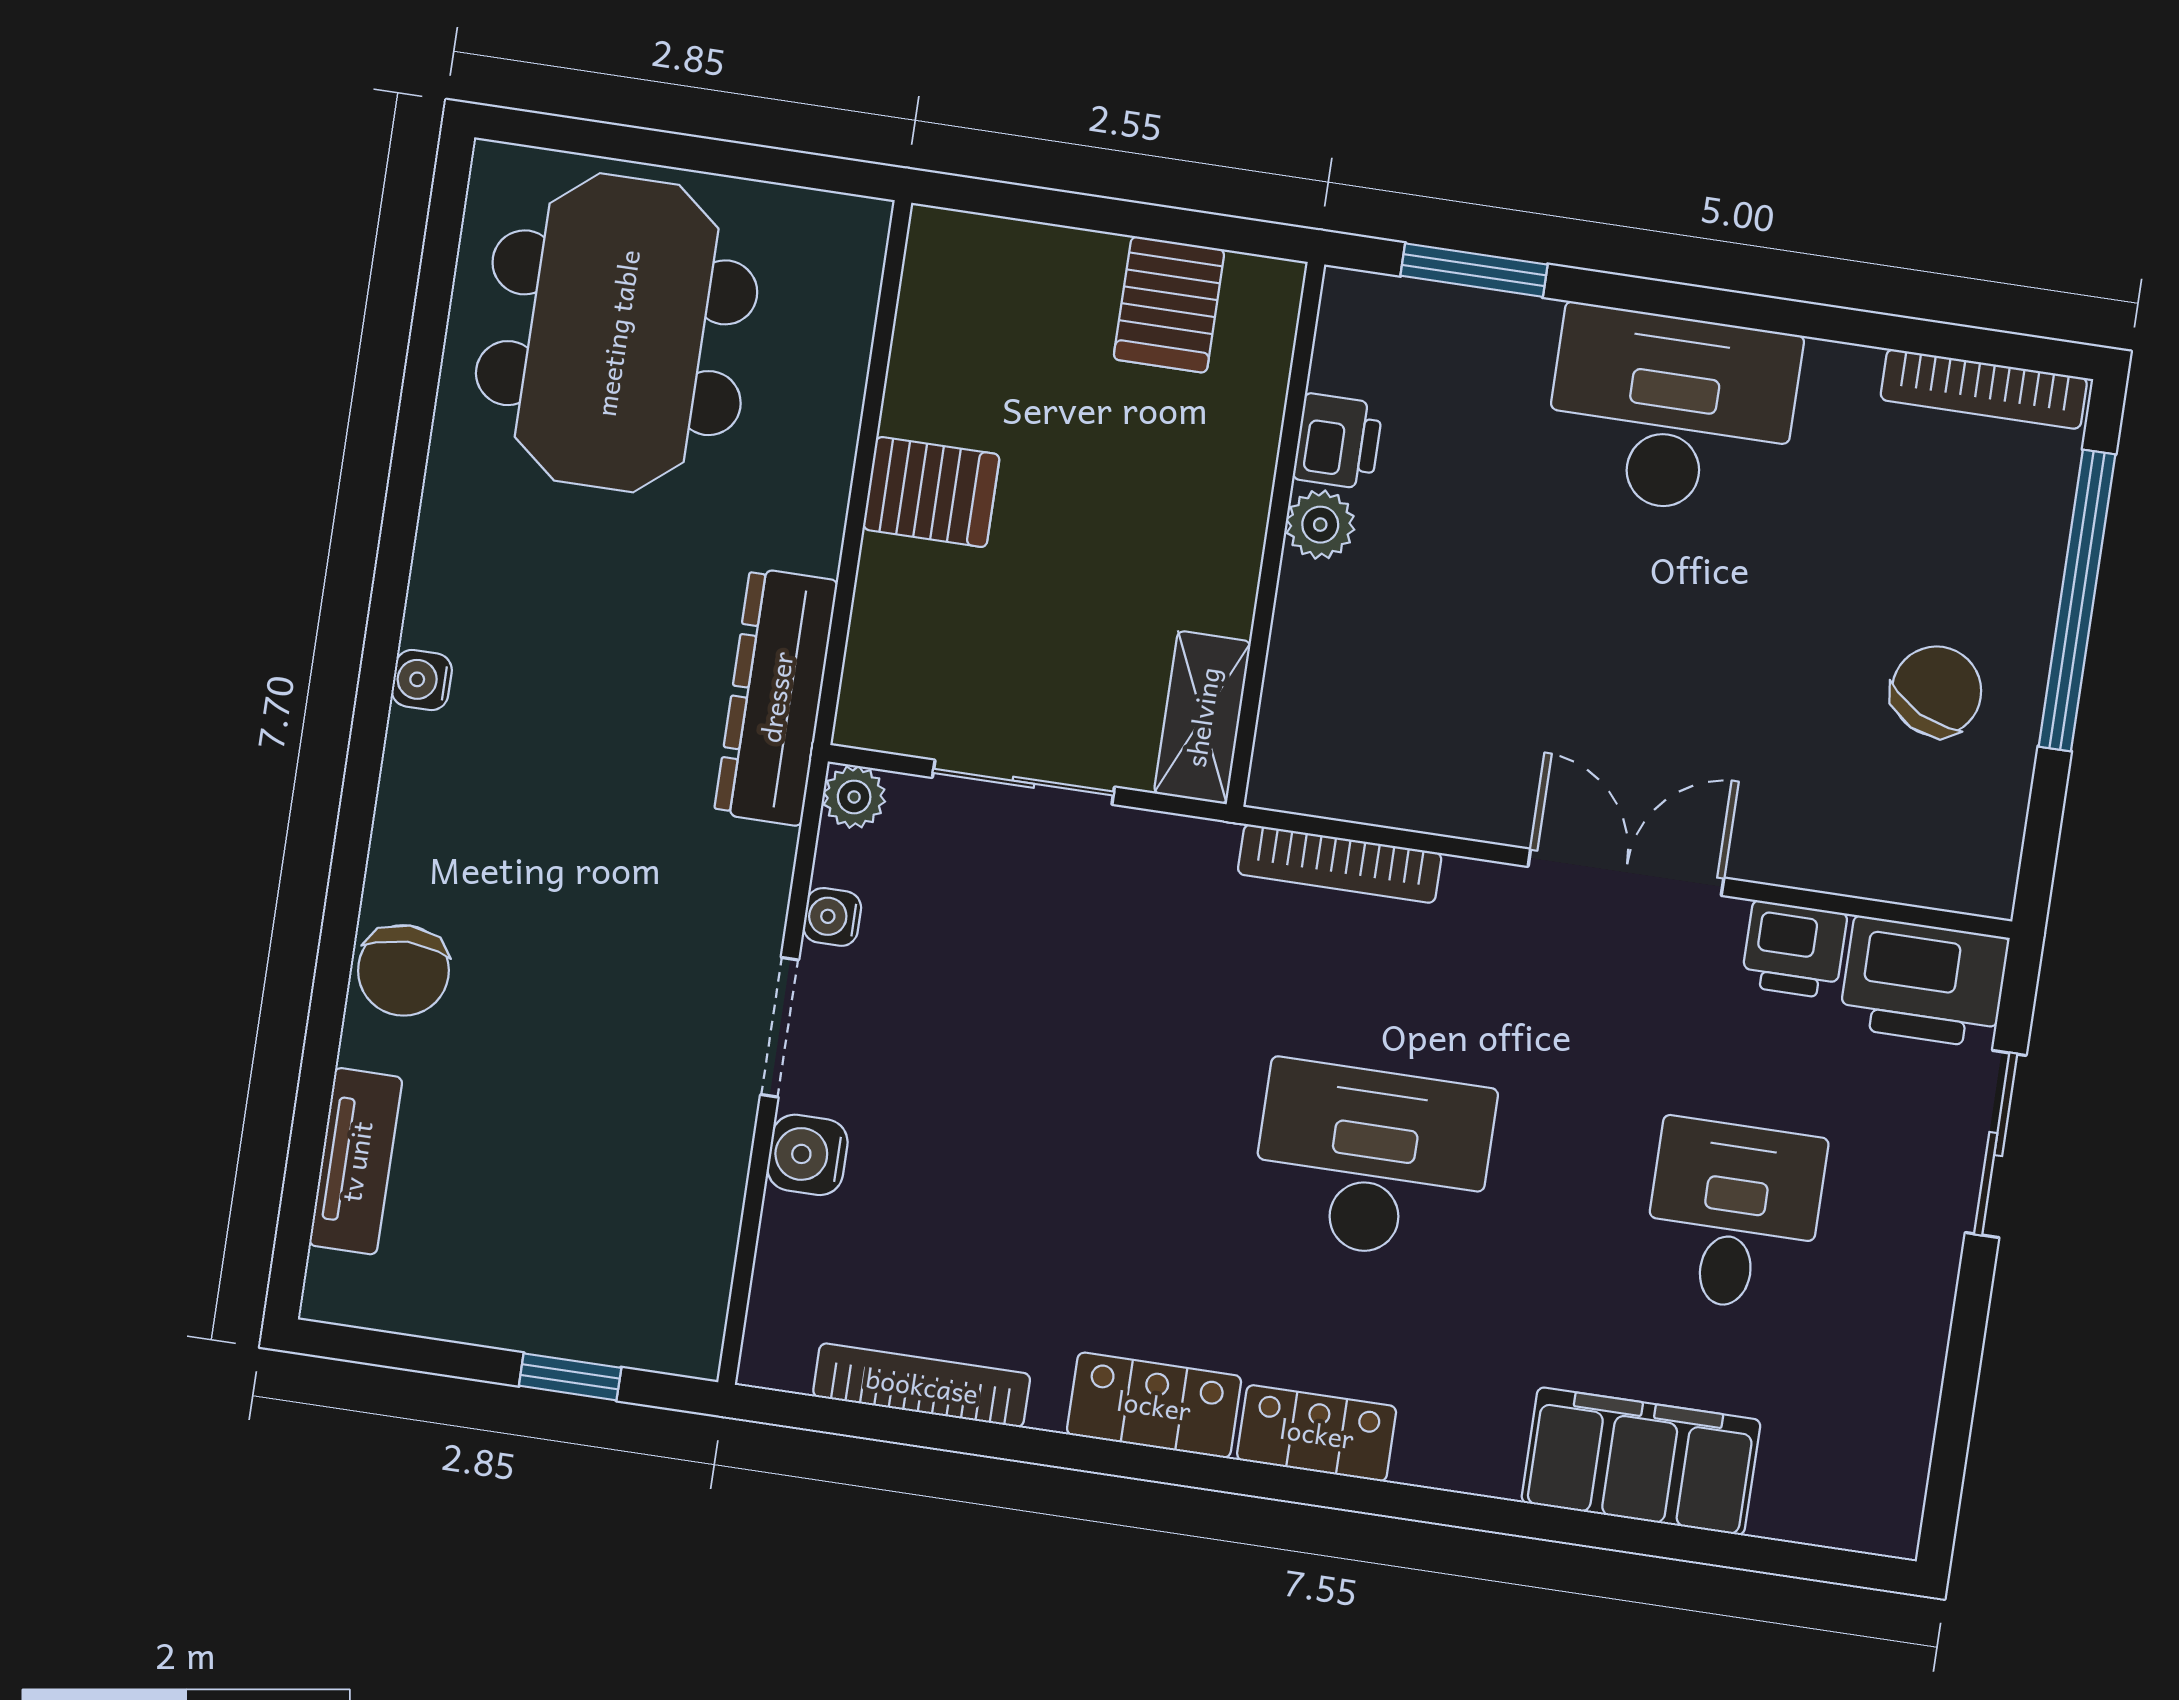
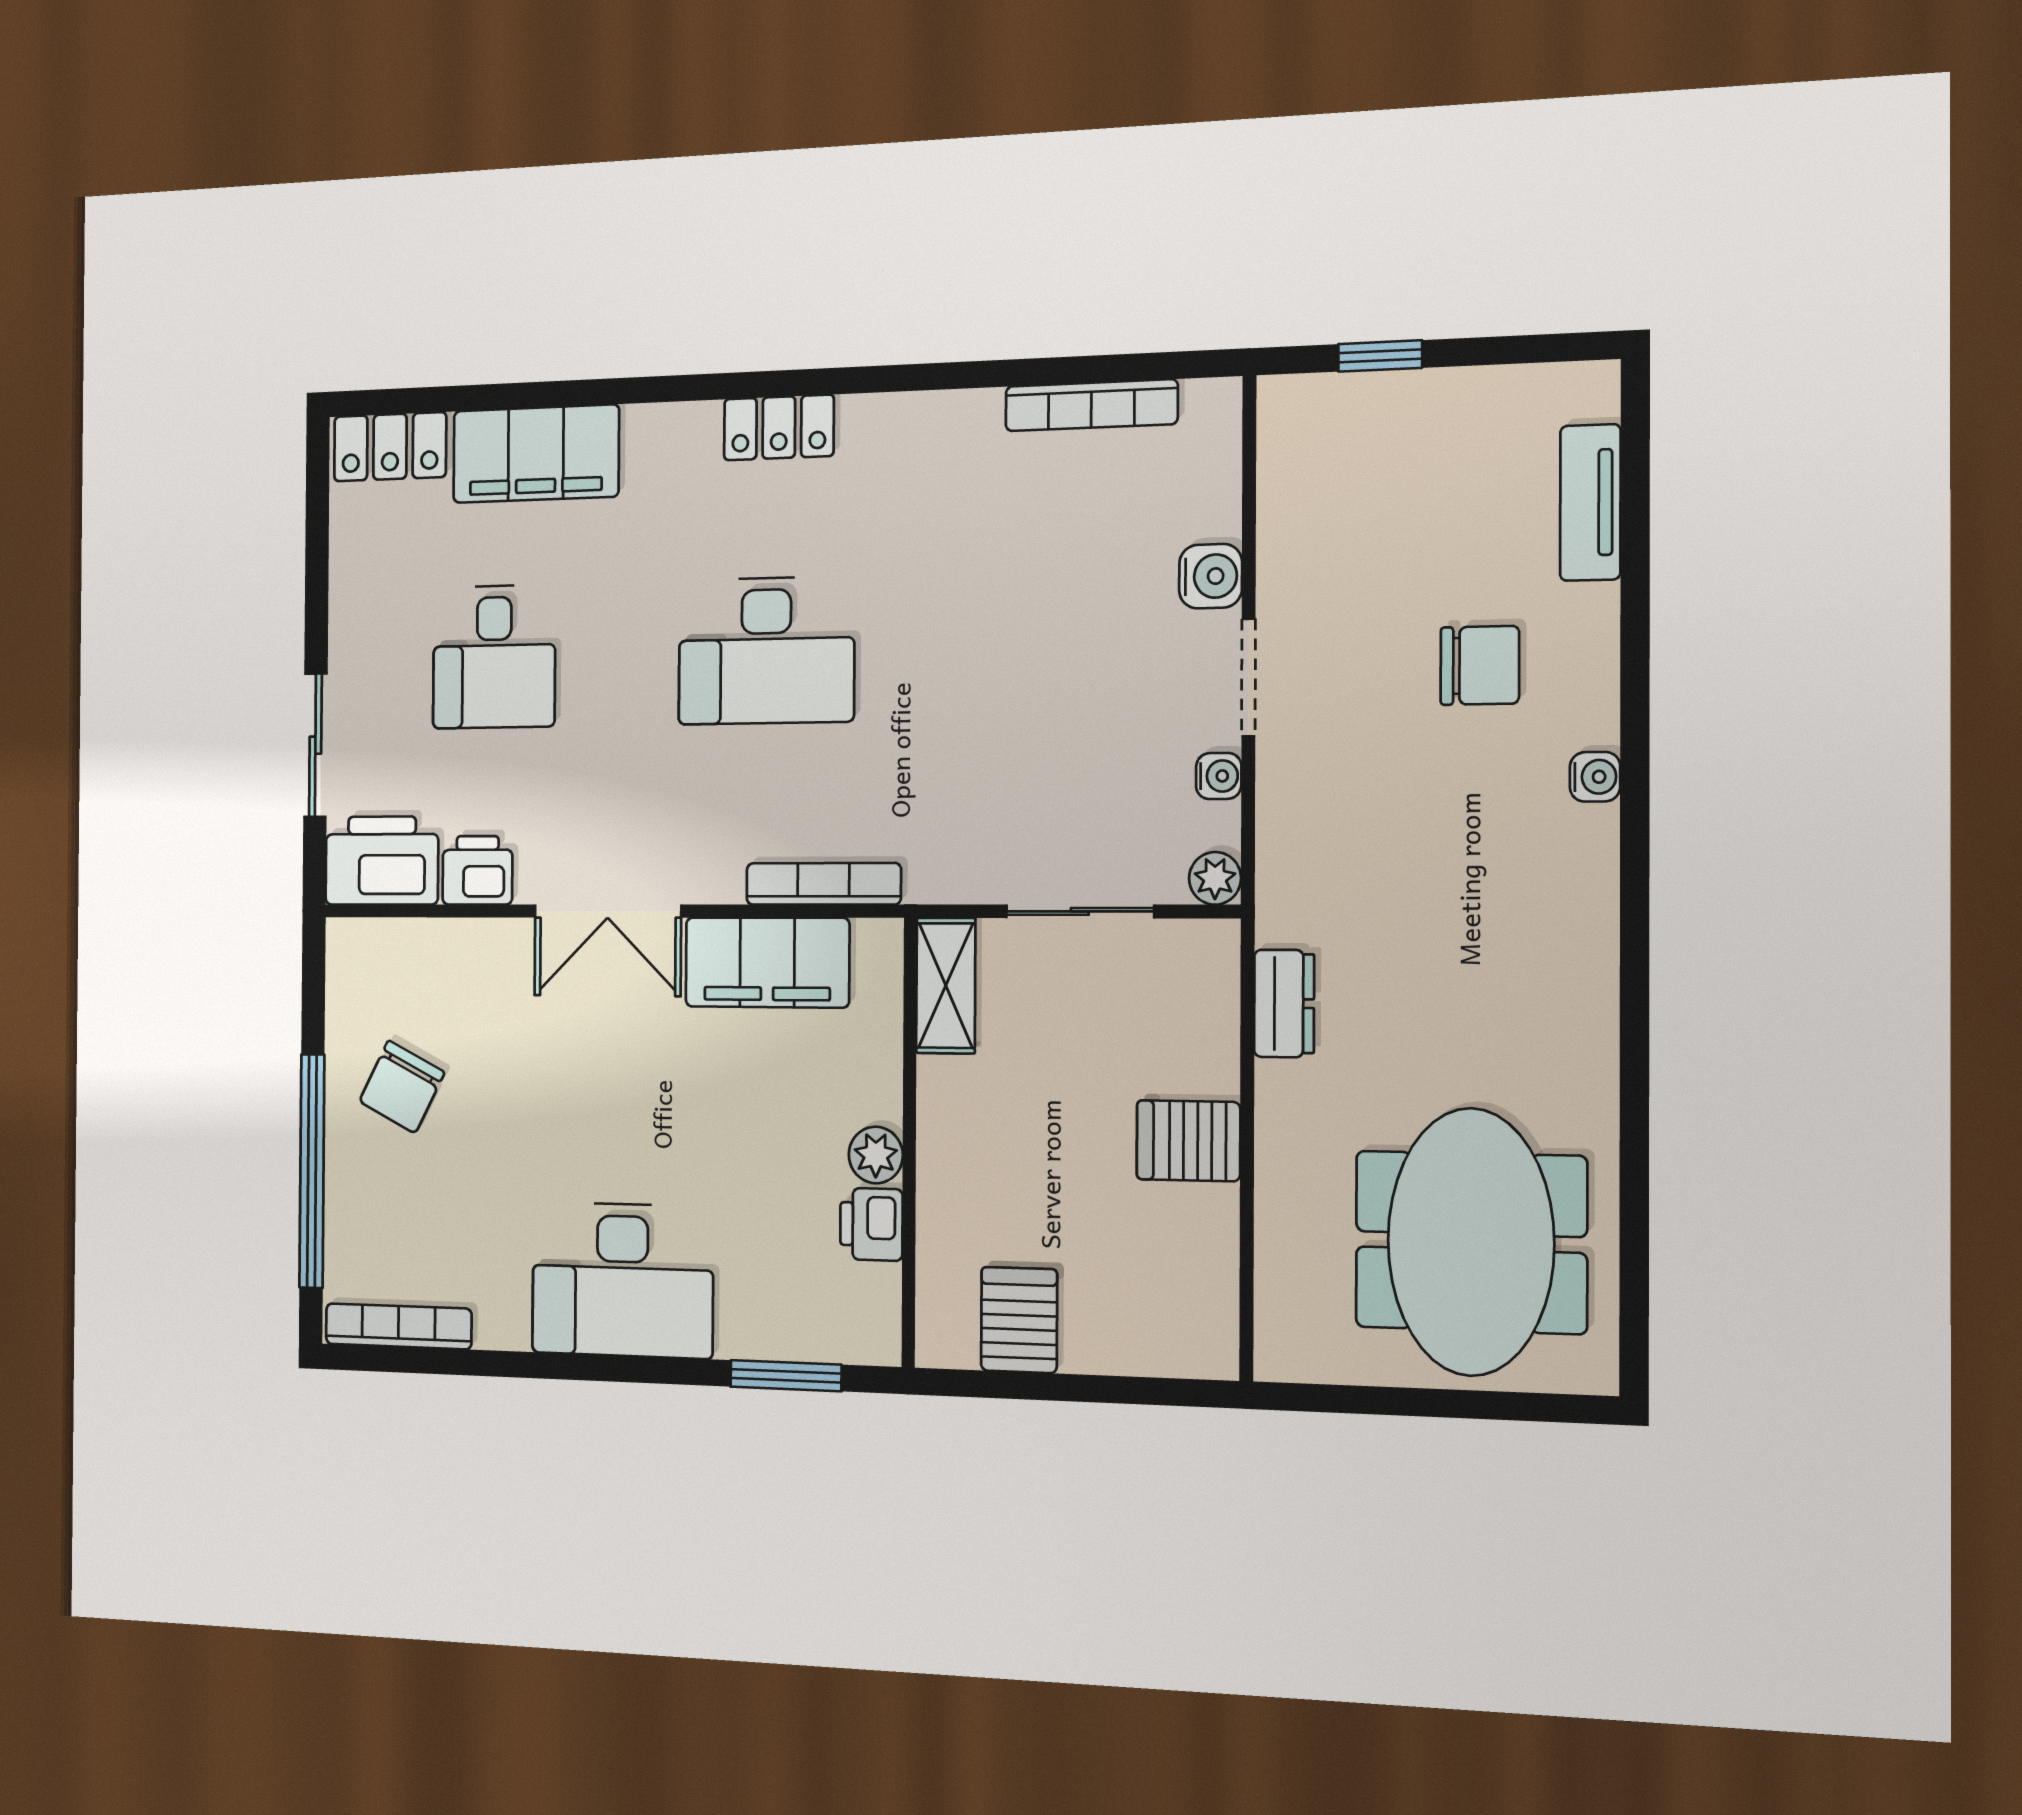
water cooler: (422, 680) -> (1595, 777), moved
dresser: (776, 697) -> (1284, 1003), width x0.51, depth x0.80
filing cabinet: (1426, 778) -> (767, 962), added
chair: (403, 970) -> (1480, 665), moved, turned 90
locker: (1154, 1405) -> (390, 447), moved

